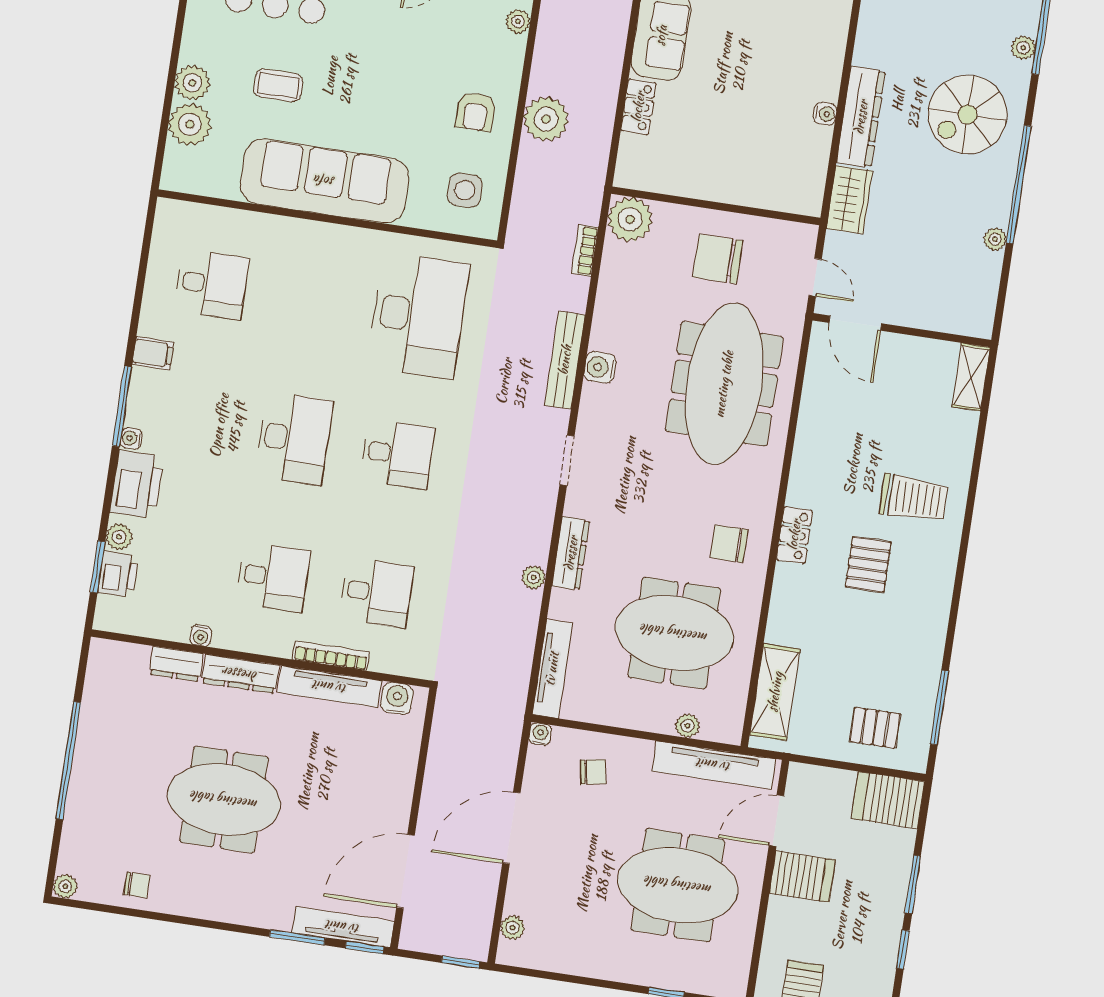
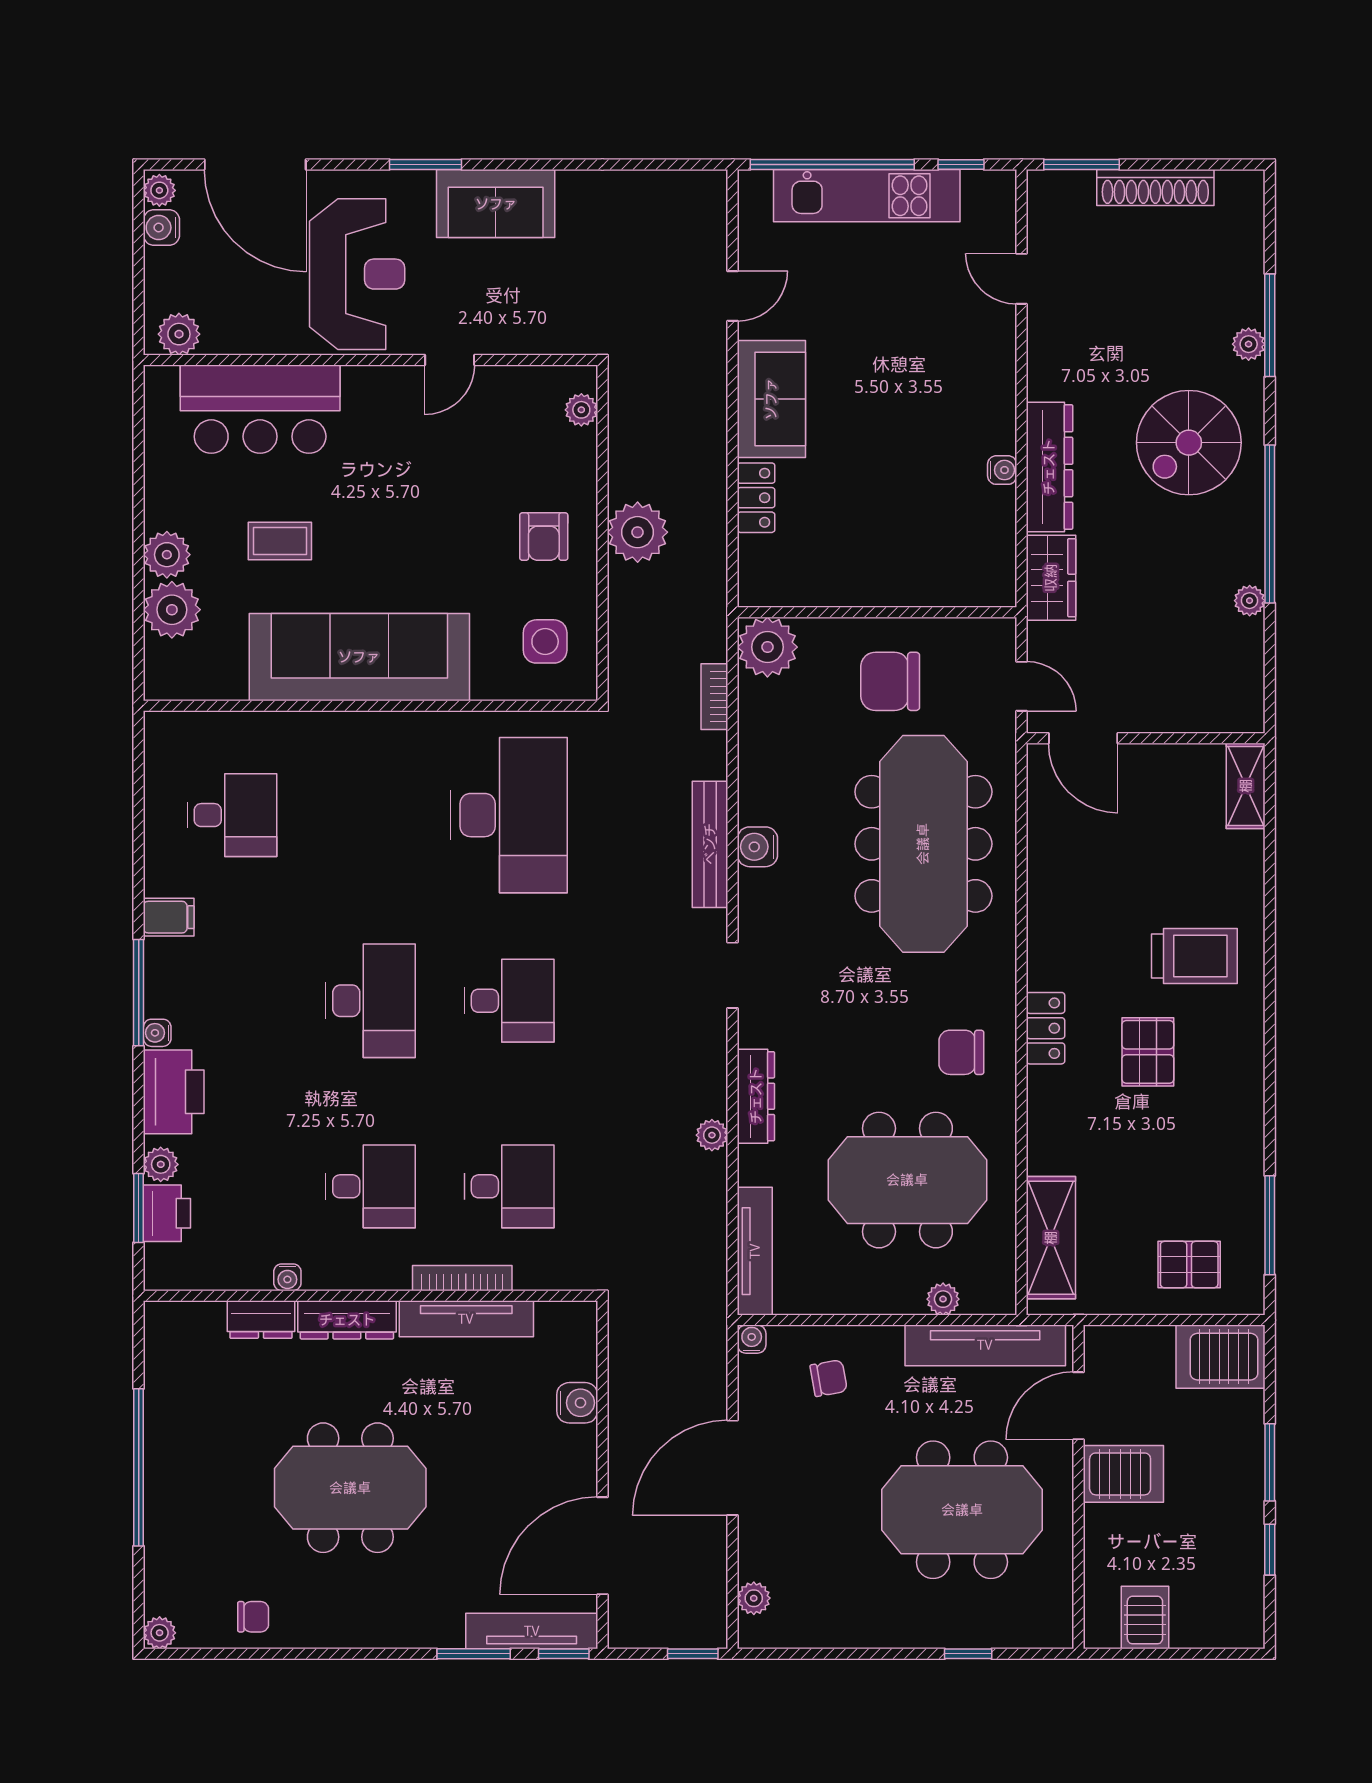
water cooler: (397, 698) -> (577, 1403), moved, turned 90

